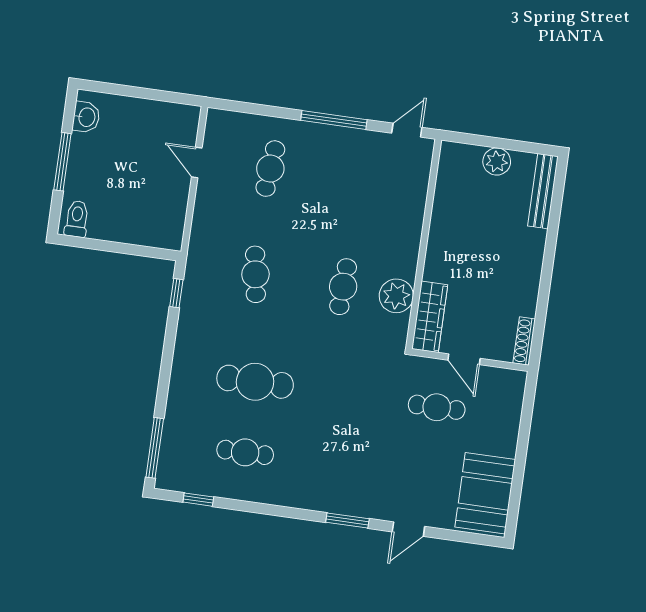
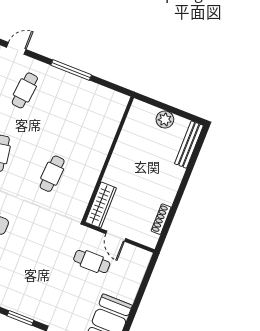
door: (407, 130) -> (16, 48), moved
plant: (396, 296) -> (83, 187), removed
shoe rack: (524, 341) -> (161, 219), moved

